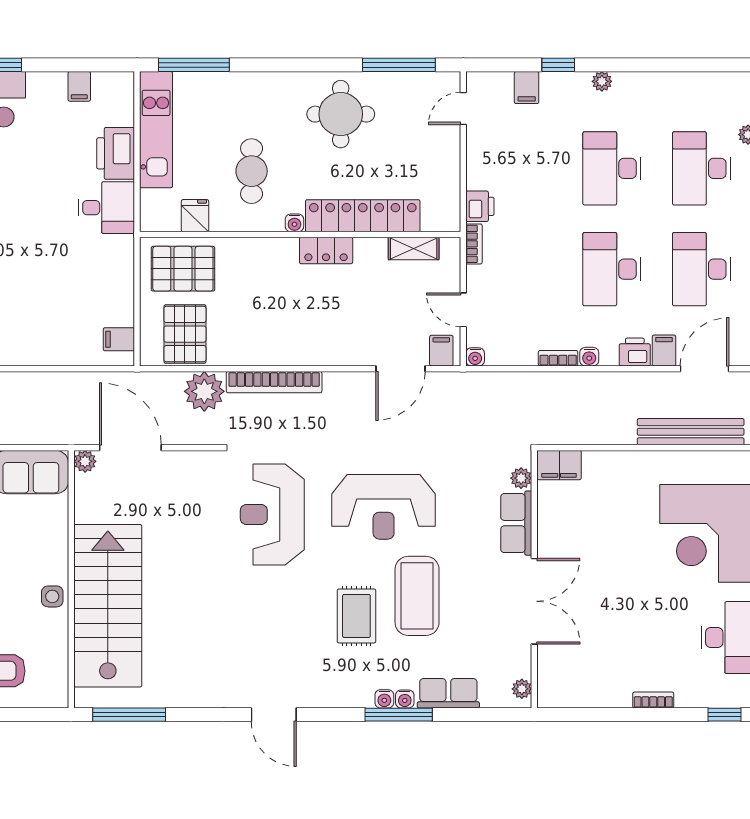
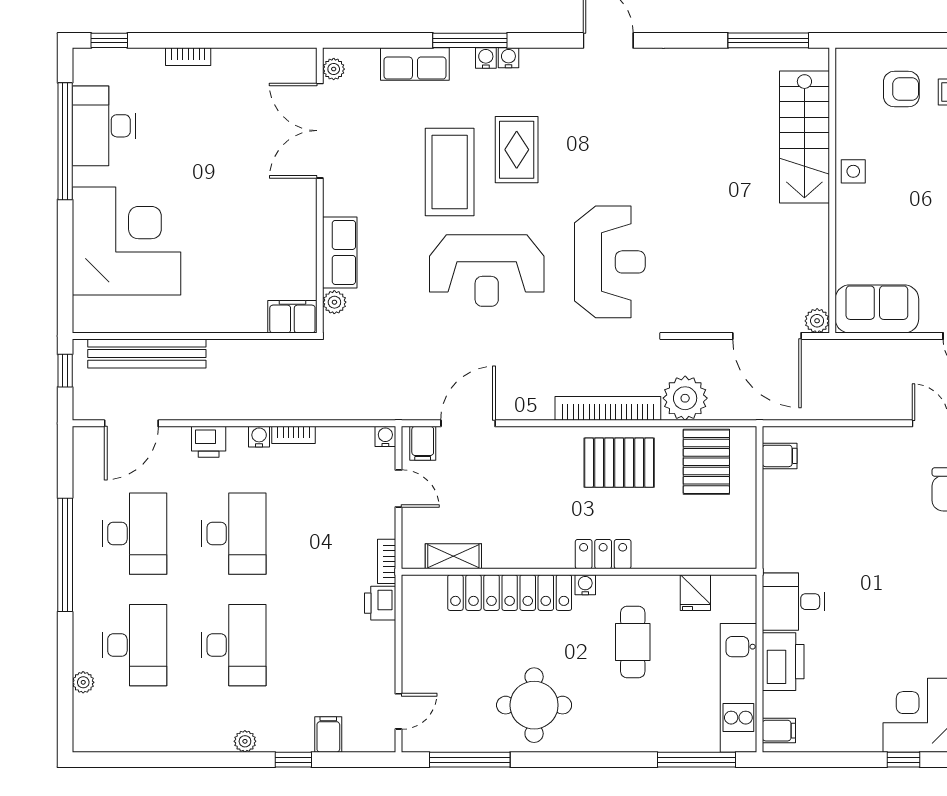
filing cabinet: (79, 86) -> (779, 731), moved, turned 90
locker: (326, 251) -> (603, 554), moved
pallet: (183, 269) -> (619, 463), moved
filing cabinet: (664, 351) -> (176, 443), removed
reception desk: (384, 507) -> (487, 270), turned 180
double door: (534, 601) -> (320, 131), moved
stairs: (108, 606) -> (804, 137), width x0.73, depth x0.66
water cooler: (405, 699) -> (508, 58), moved

